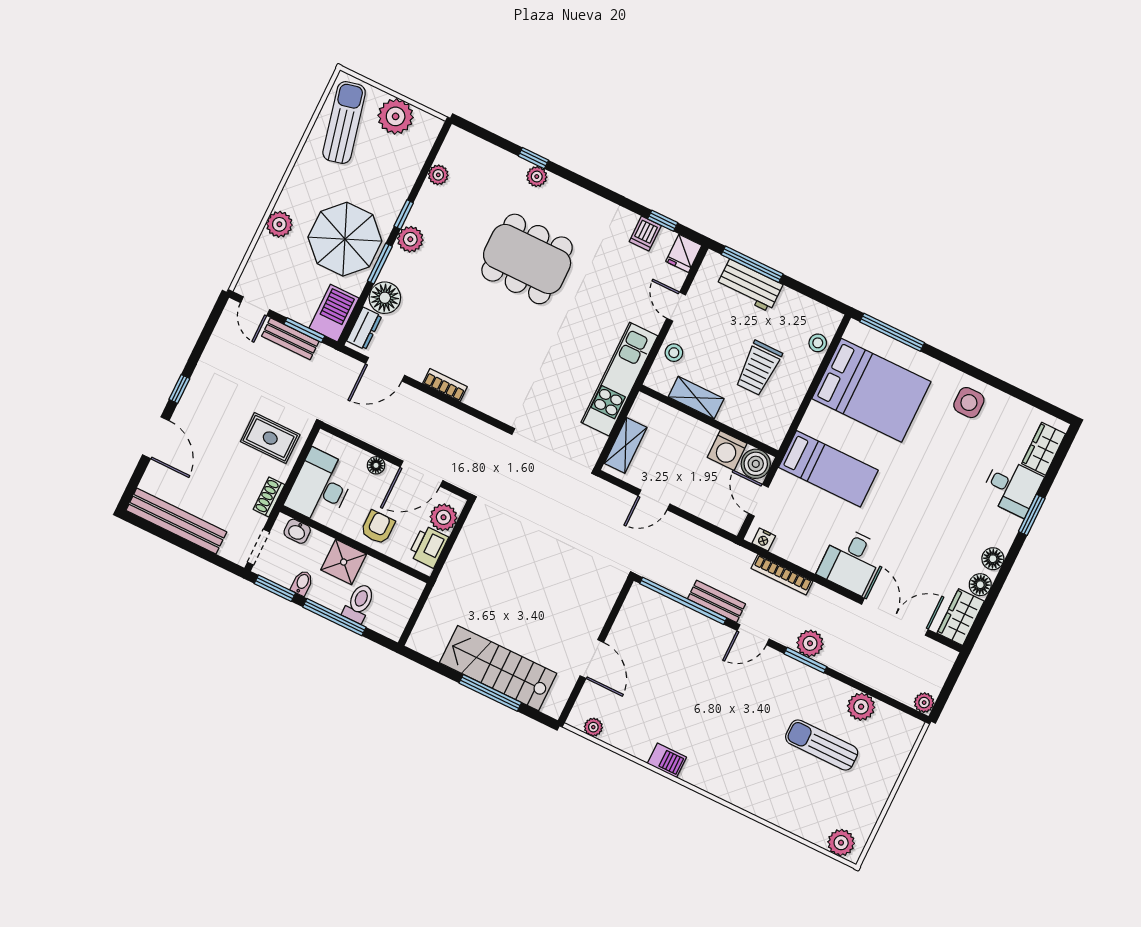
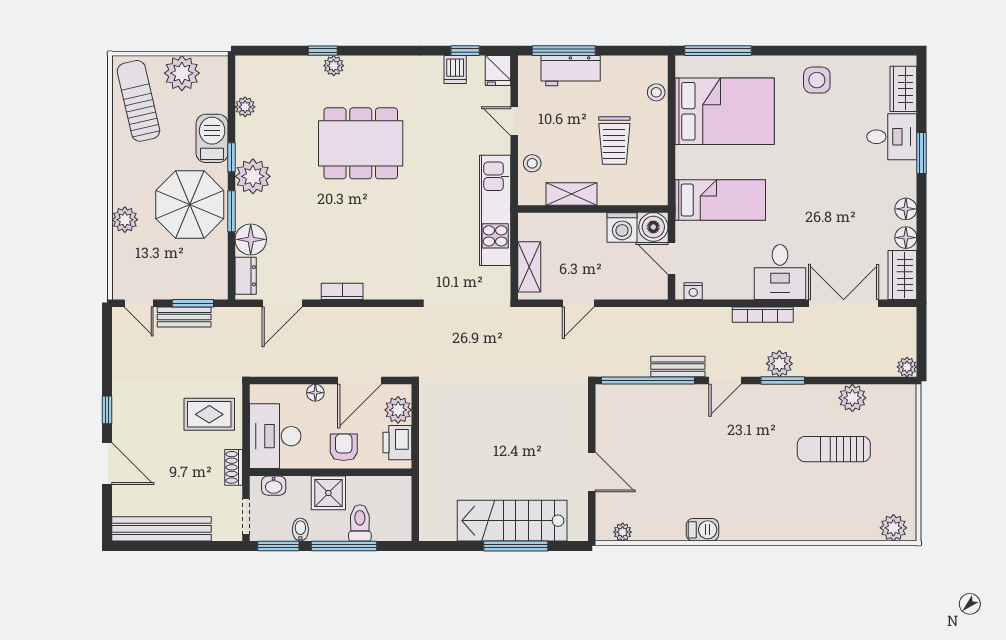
plant: (410, 239) -> (253, 176), width x1.36, depth x1.36
barbecue: (334, 313) -> (212, 138), moved
bookcase: (782, 575) -> (763, 315), moved

